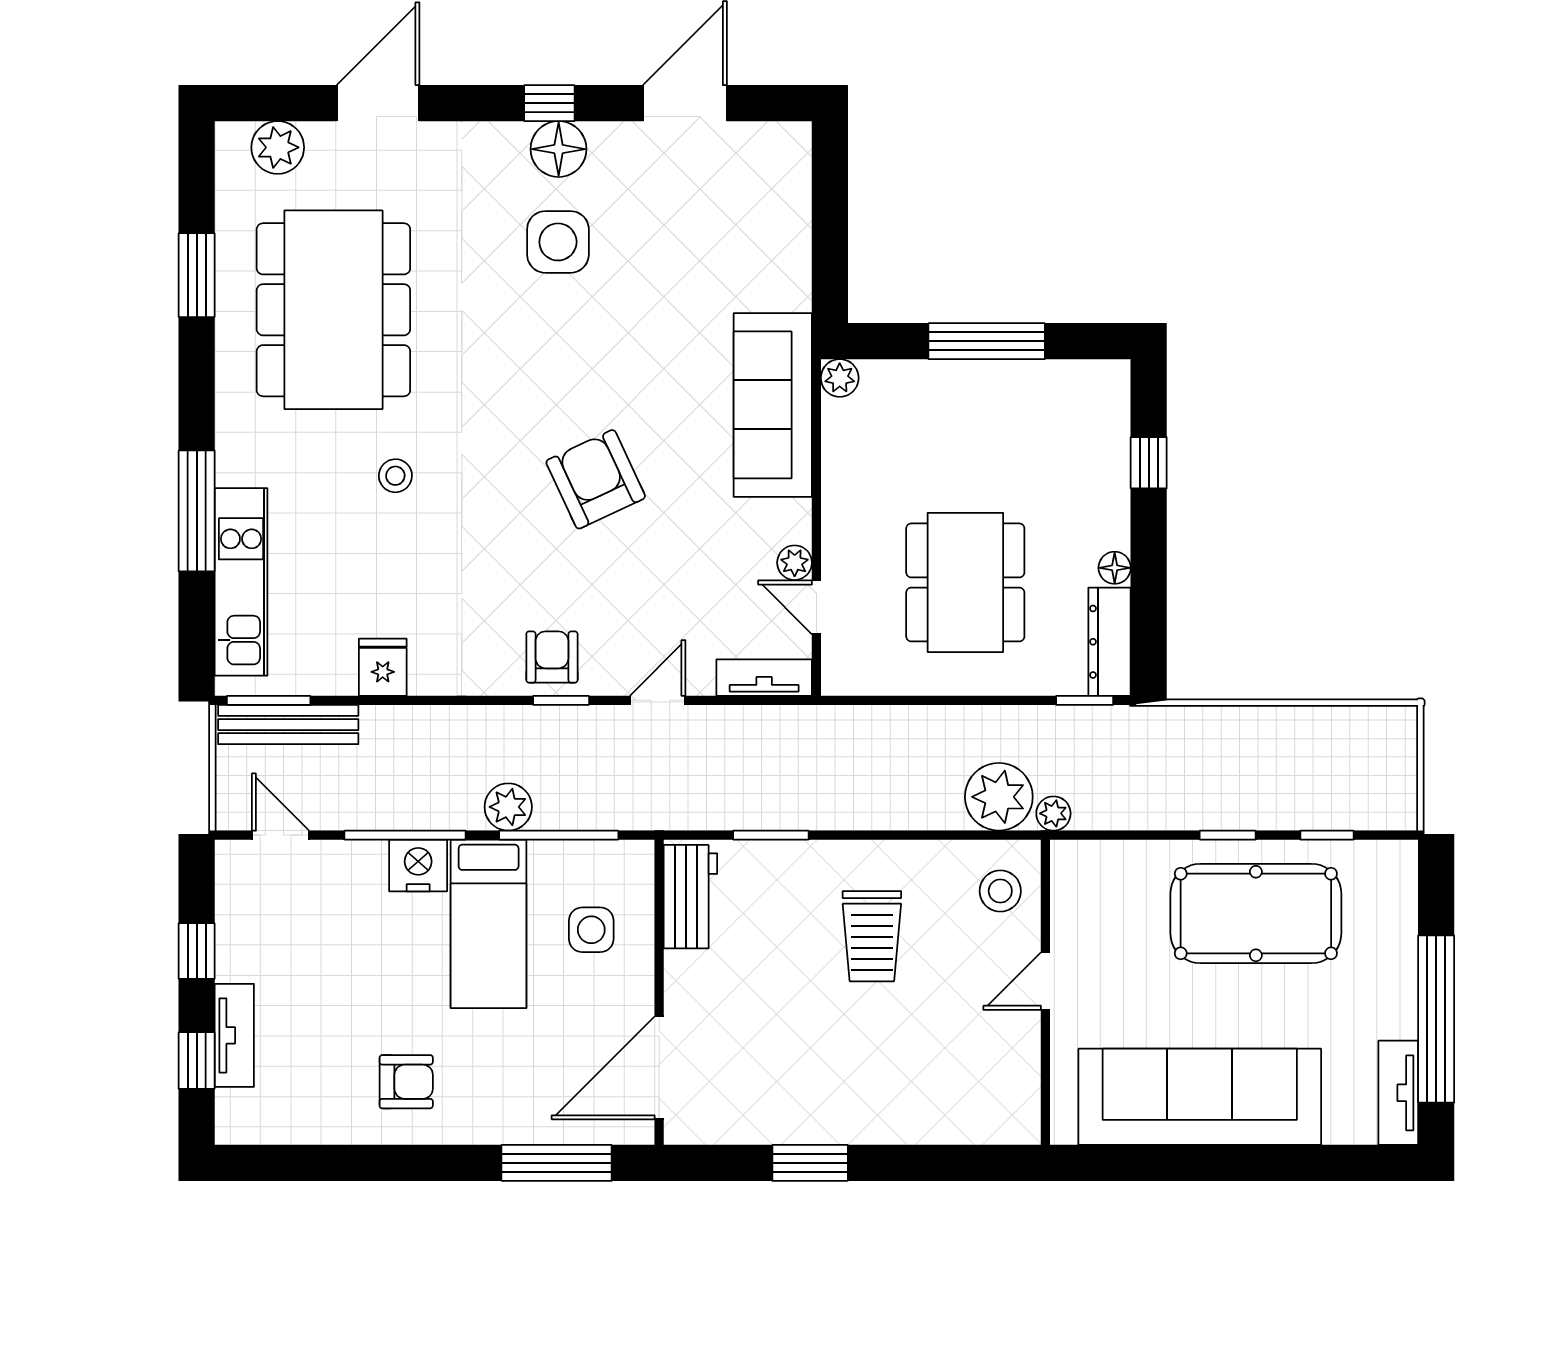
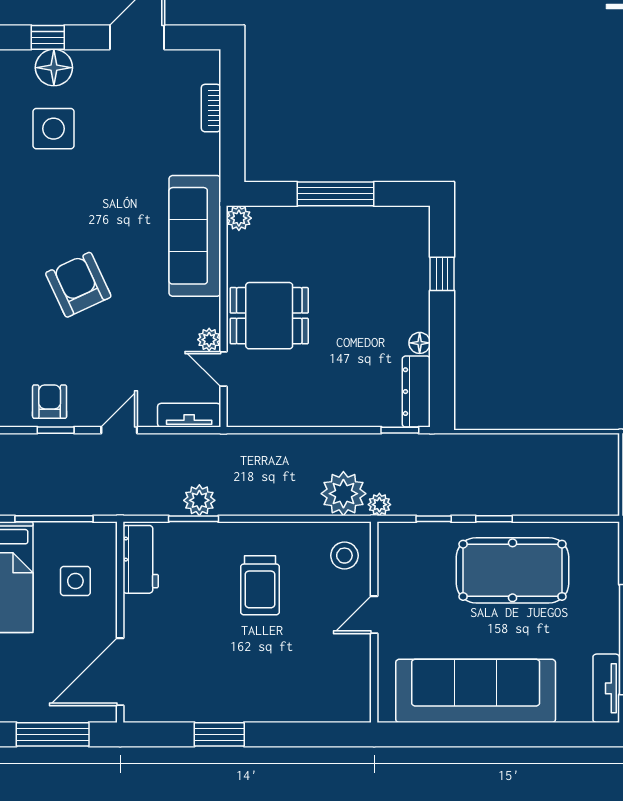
bookcase: (797, 211) -> (211, 108), added
dining table: (965, 582) -> (269, 316), moved, width x0.73
plant: (508, 807) -> (199, 500), moved
window: (1327, 835) -> (434, 519), moved

